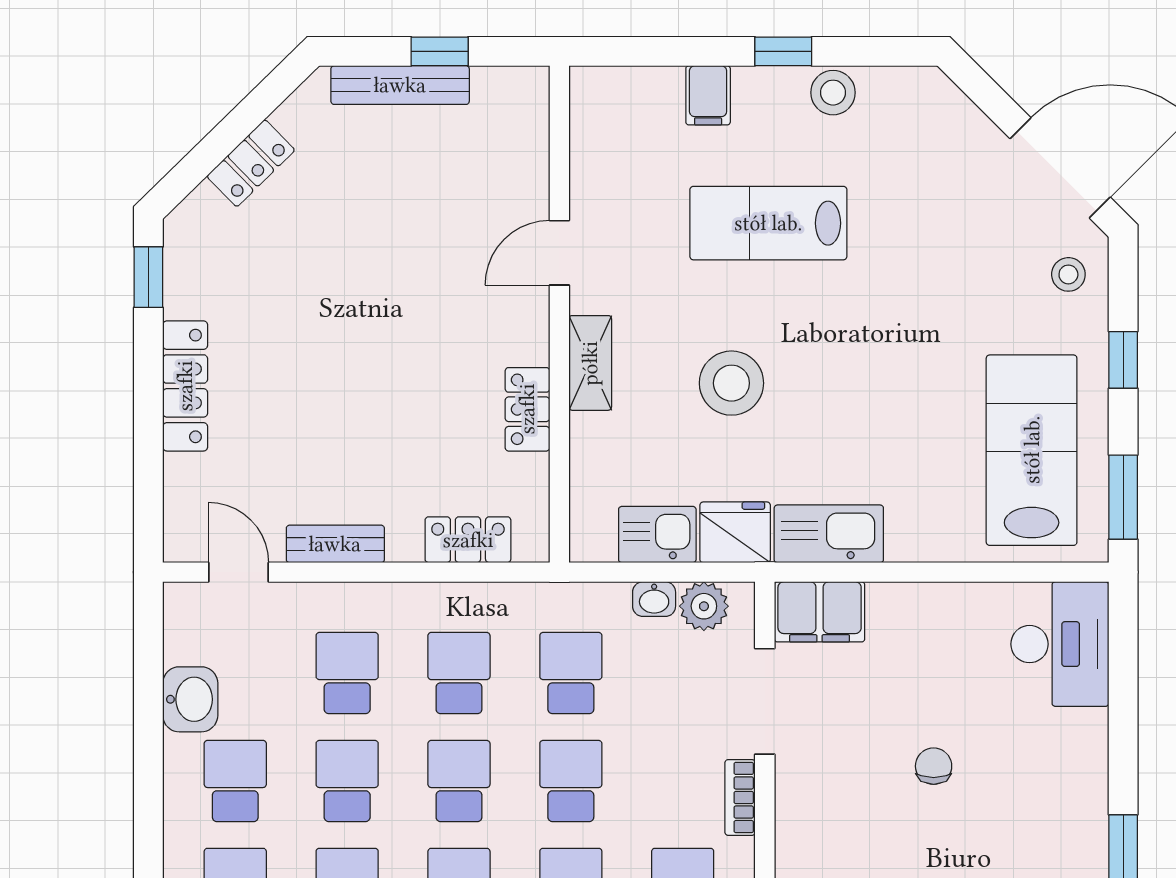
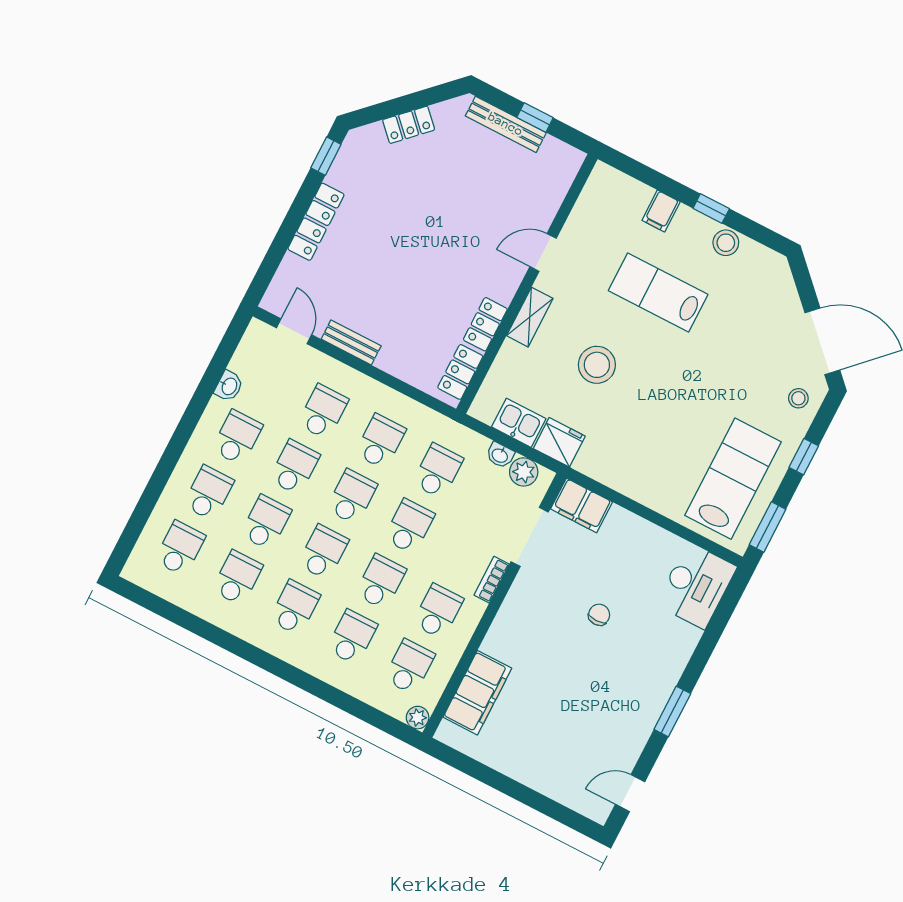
kitchen sink: (829, 534) -> (607, 468), removed
locker: (468, 540) -> (460, 372), moved, turned -90
washbasin: (190, 699) -> (229, 386), width x0.72, depth x0.69

